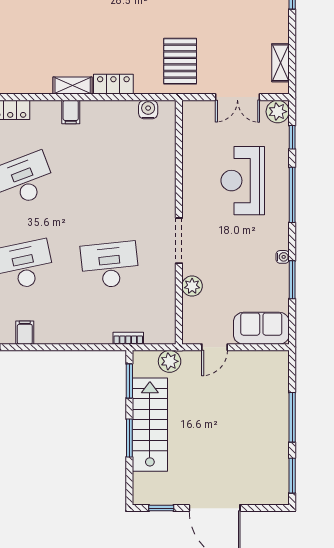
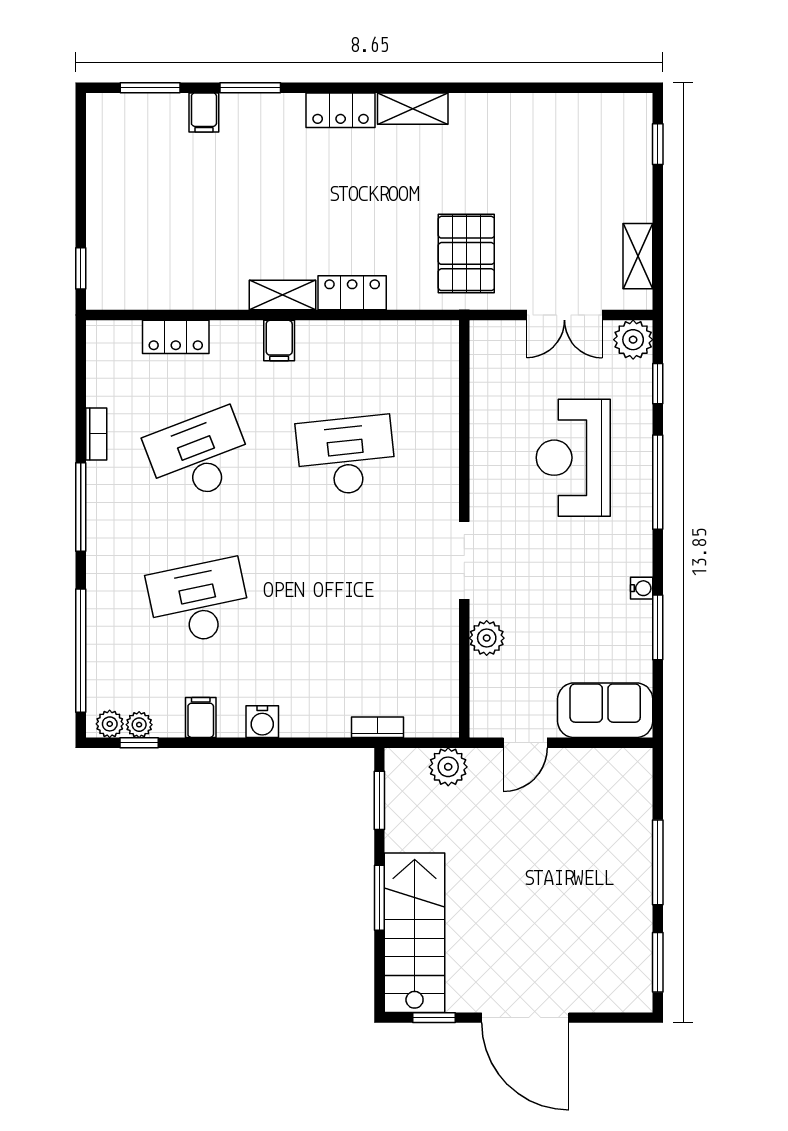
water cooler: (148, 110) -> (262, 722), moved, turned 180
desk: (110, 265) -> (346, 456), moved
stairs: (150, 425) -> (415, 933), moved

